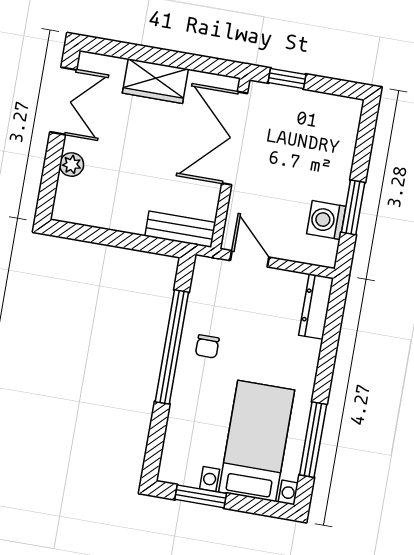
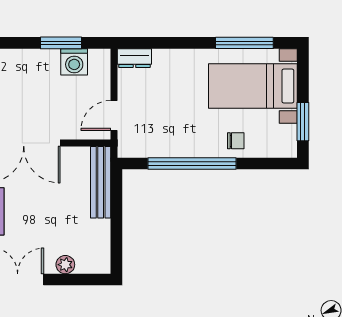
bench: (180, 229) -> (101, 182), width x1.36
dresser: (316, 307) -> (134, 58), width x0.70
chair: (207, 346) -> (236, 141), moved

